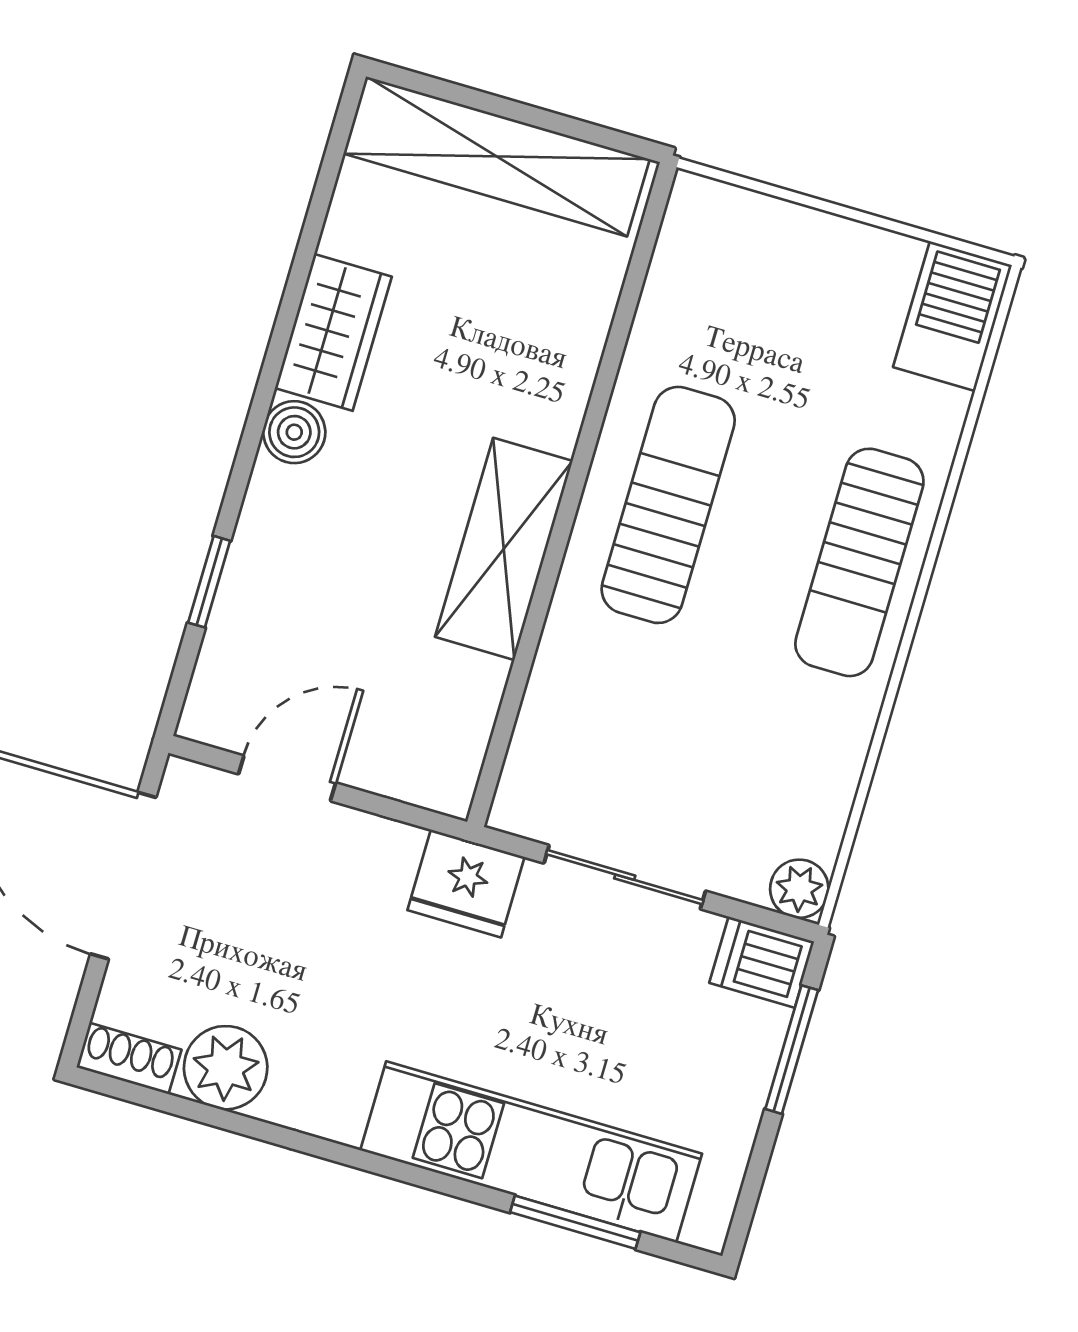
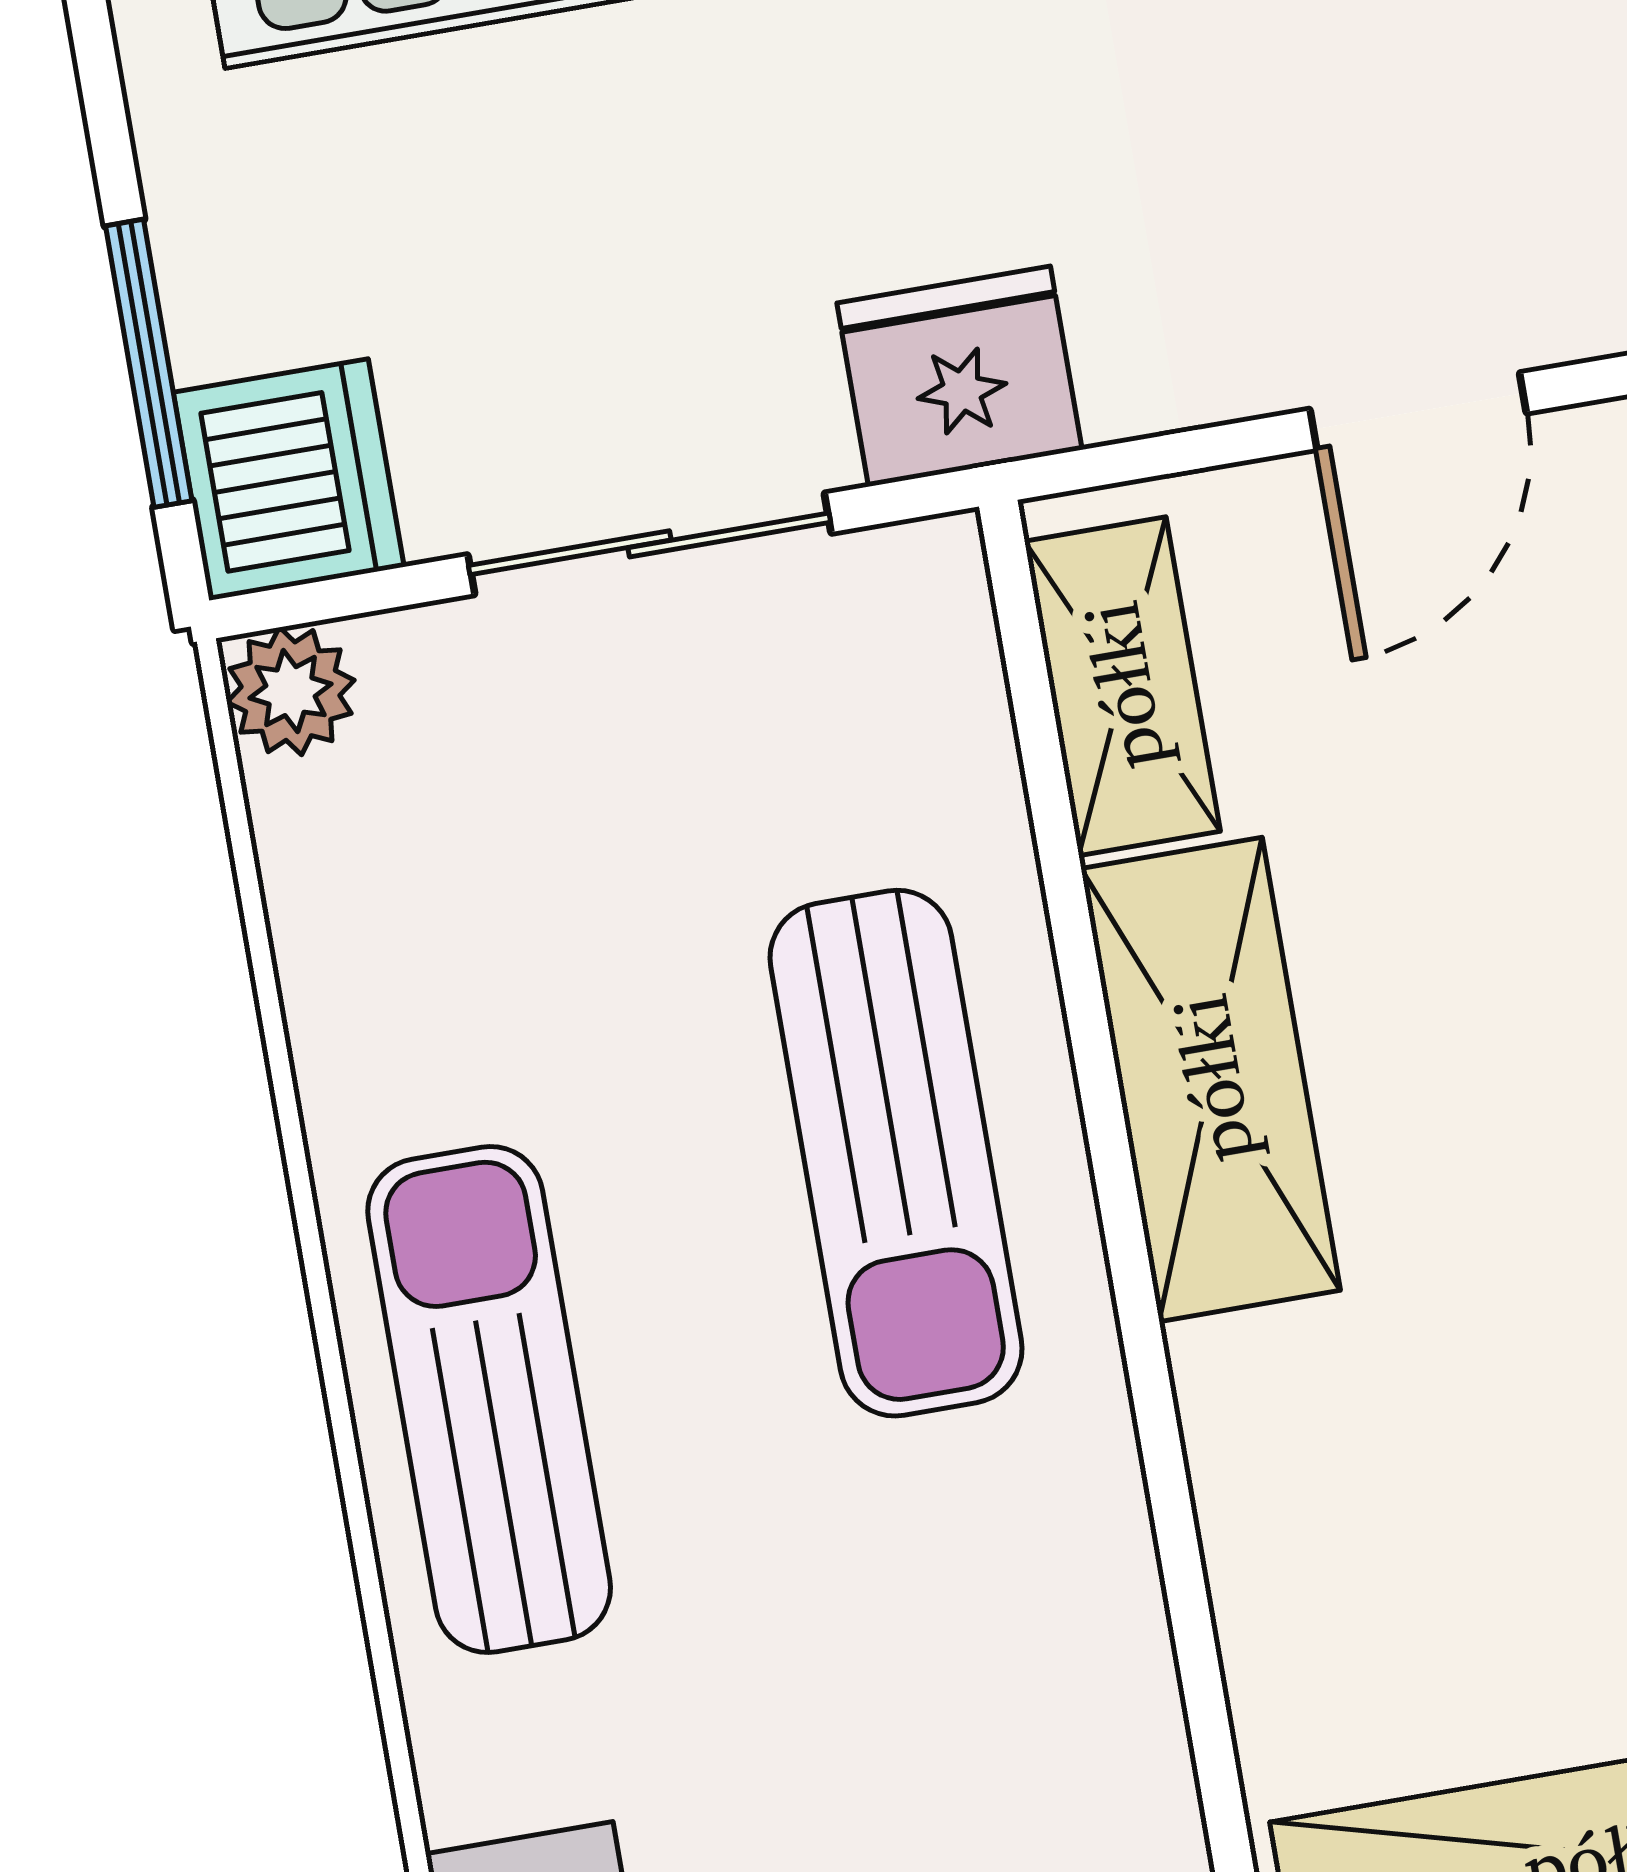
sun lounger: (668, 505) -> (896, 1153), moved
shelving: (461, 726) -> (1122, 686), added
dishwasher: (762, 962) -> (289, 480), width x1.38

